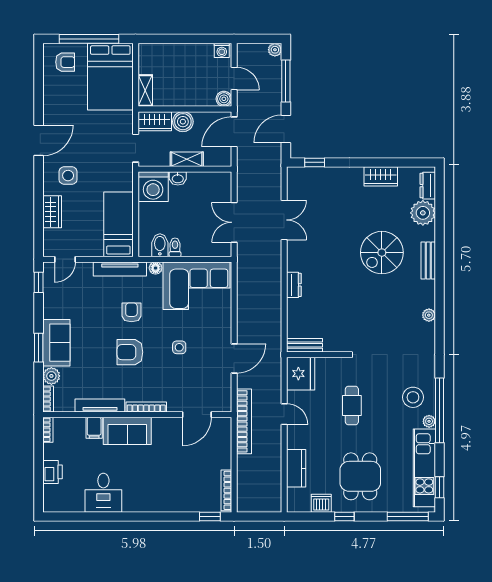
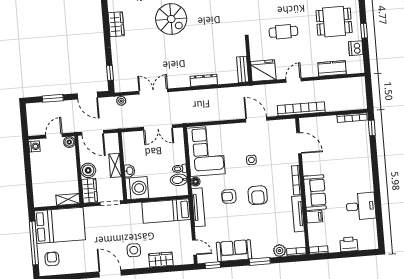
plant: (275, 50) -> (121, 101), moved
window: (286, 81) -> (53, 98), width x0.69
dresser: (294, 285) -> (204, 80), width x1.44
sofa: (56, 343) -> (234, 251), moved

